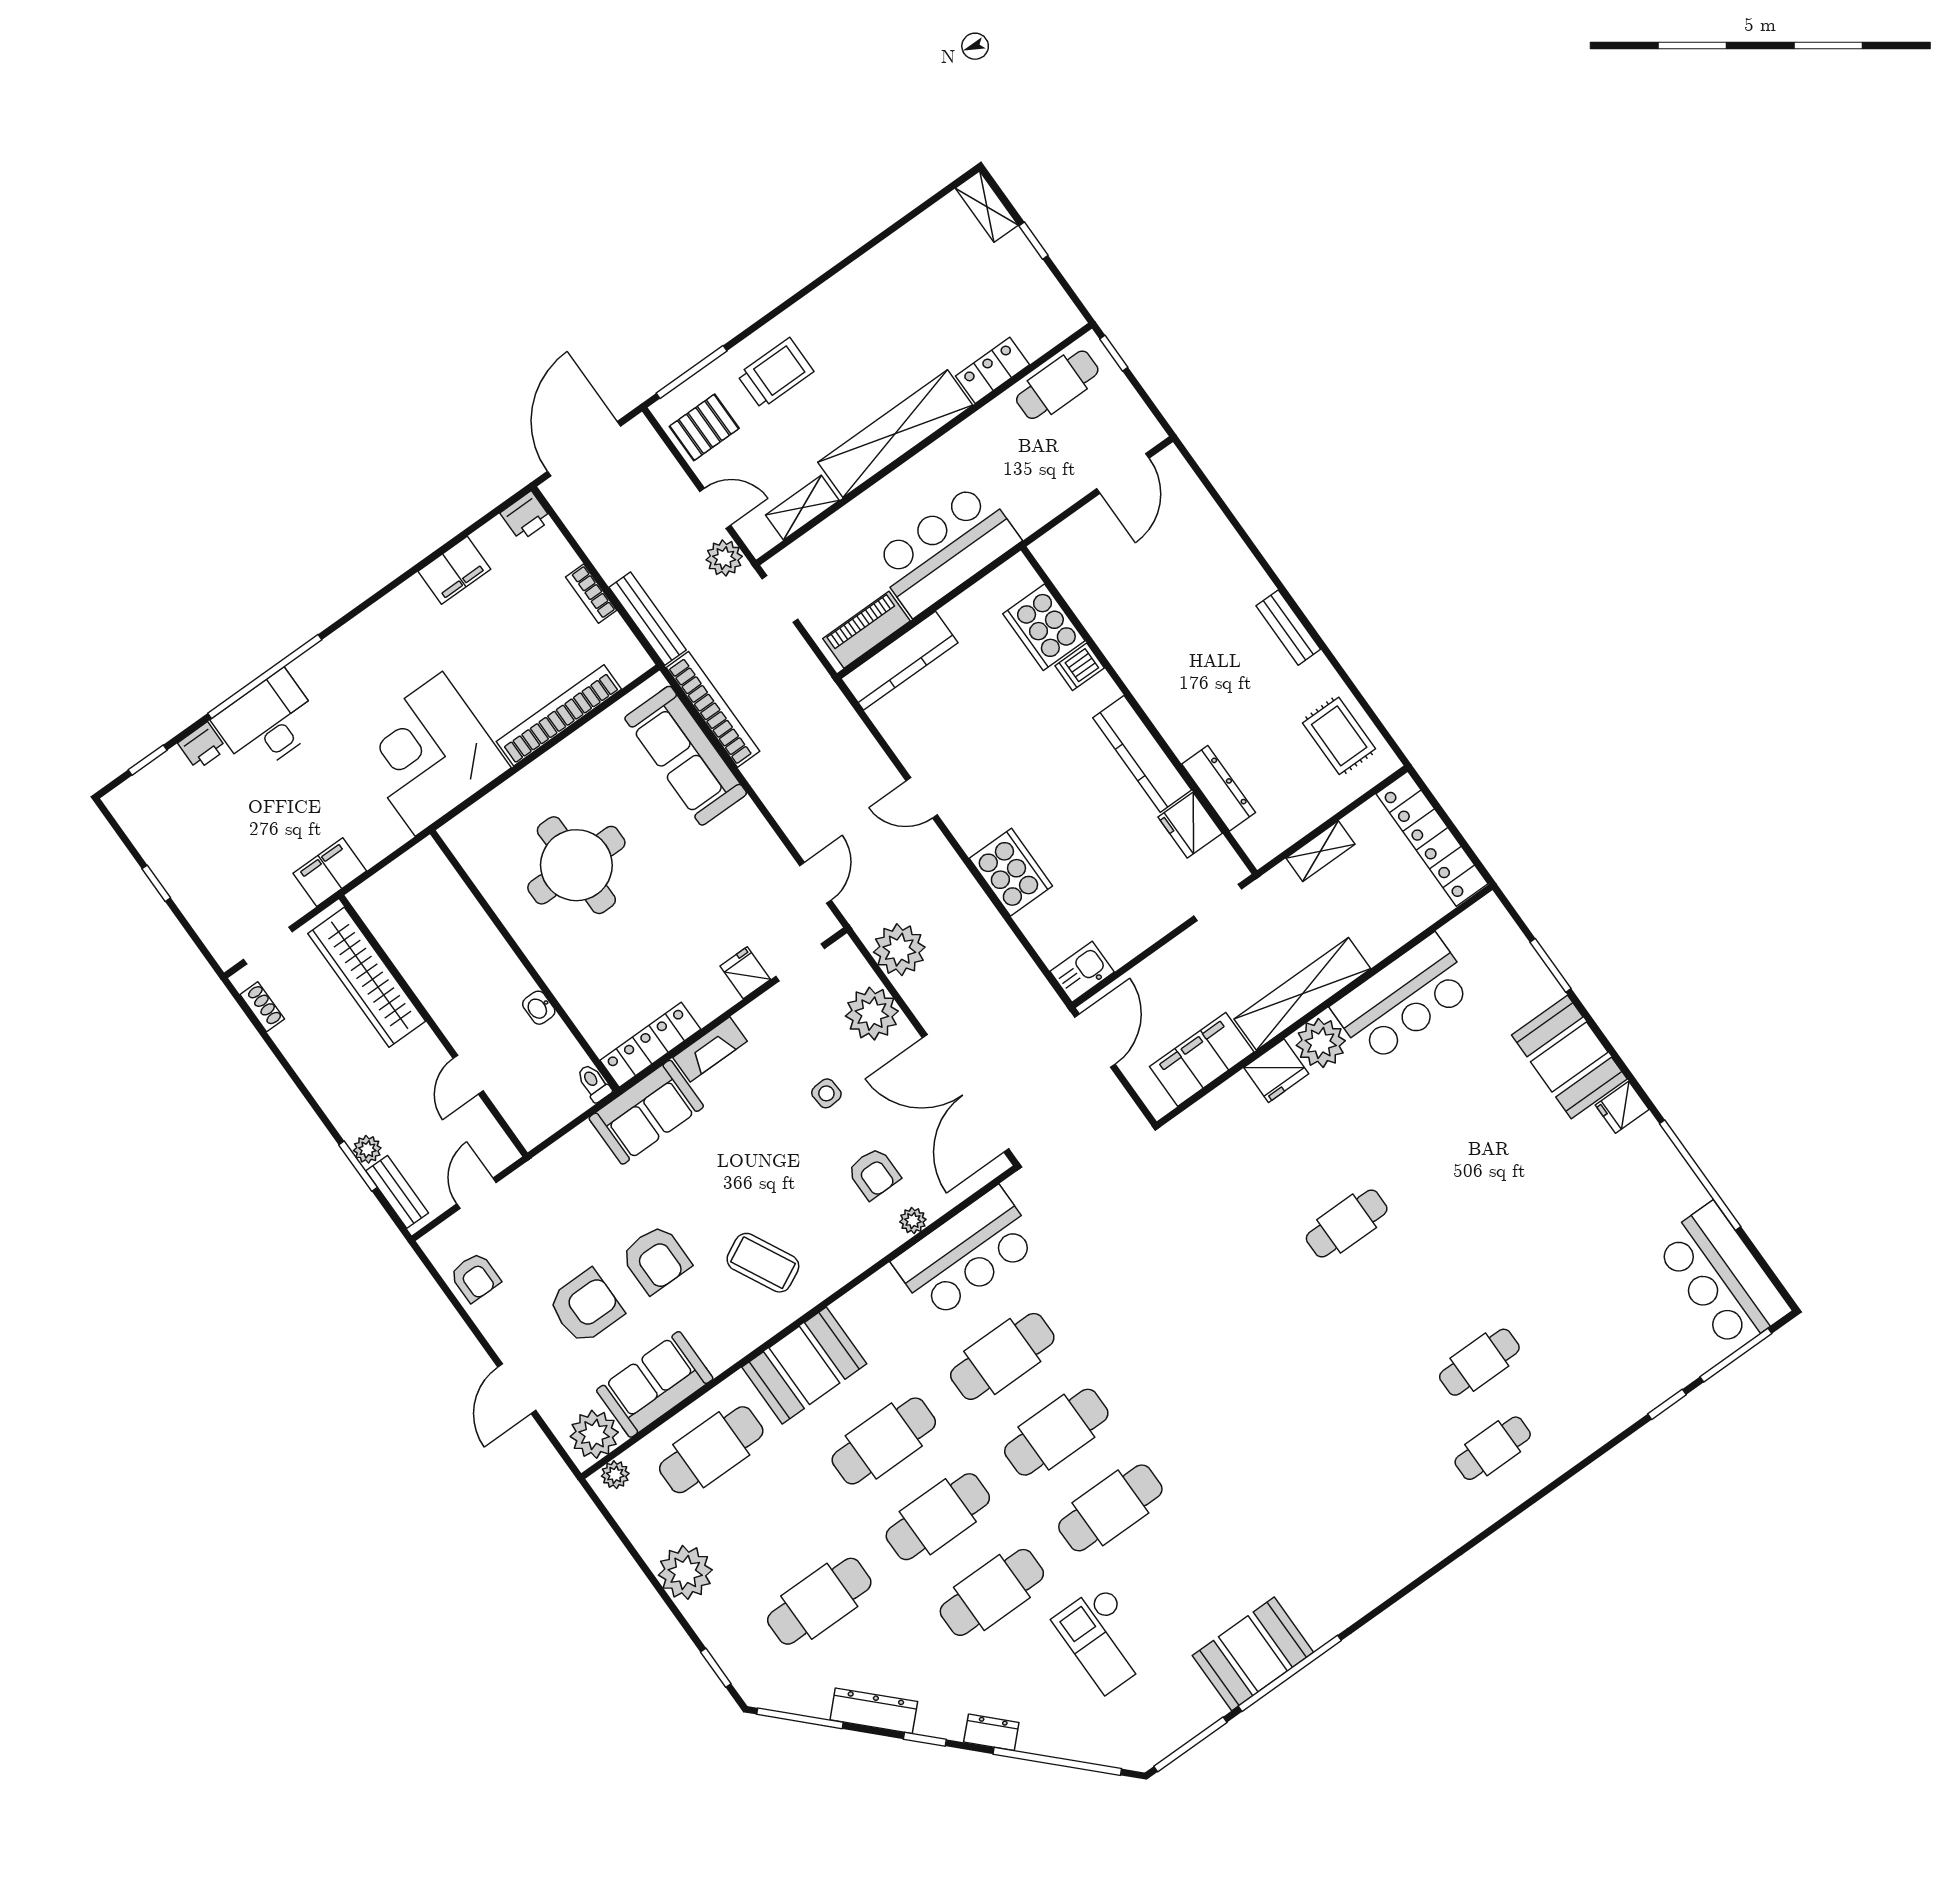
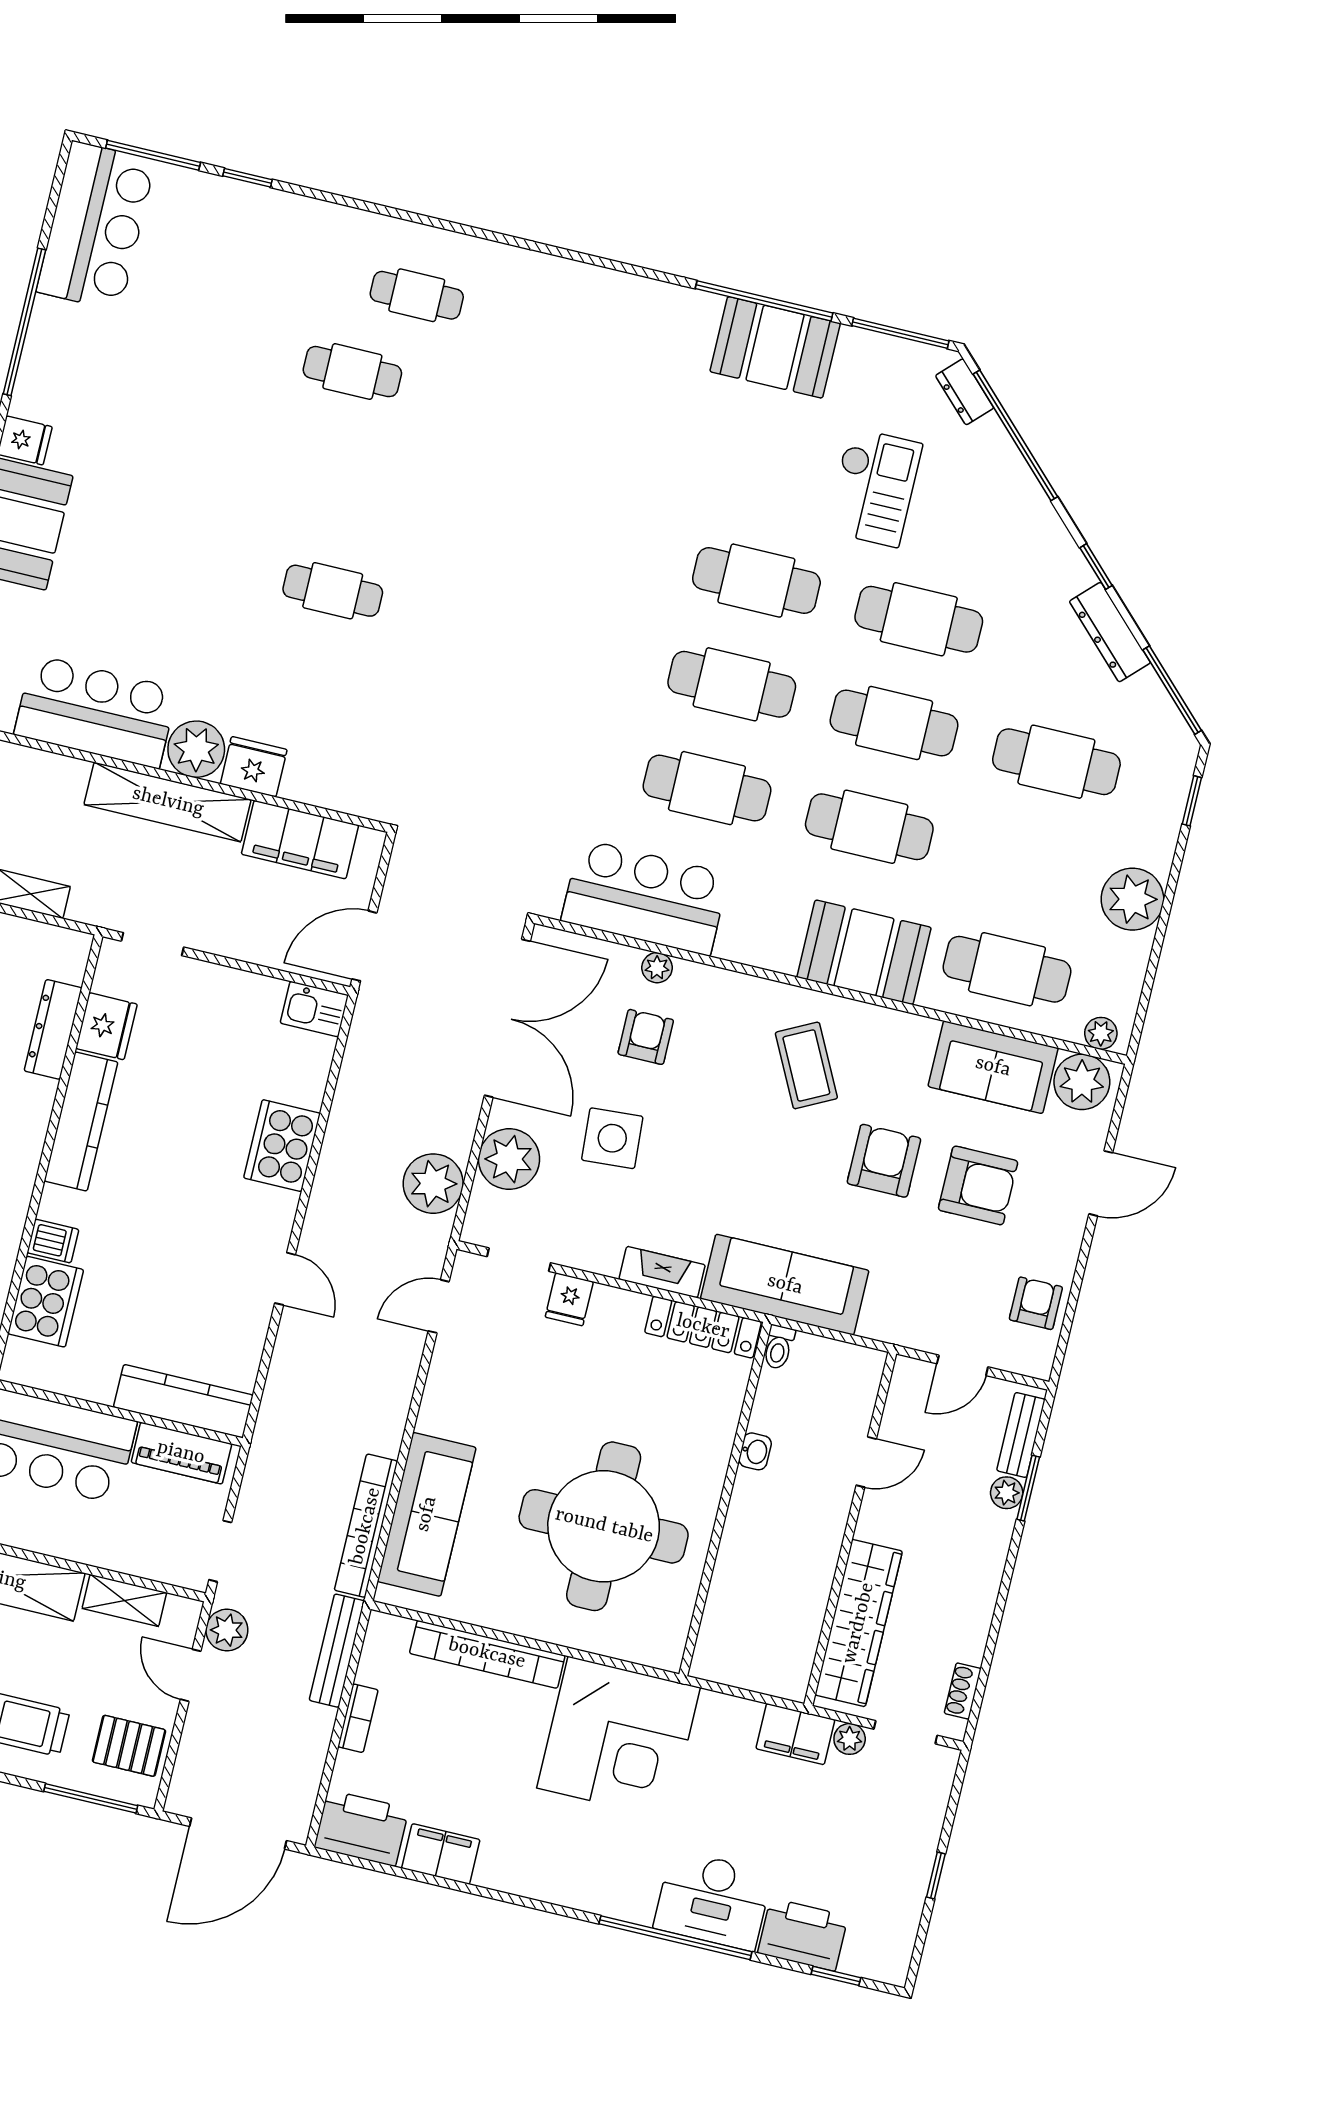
printer: (526, 516) -> (361, 1828), width x1.87, depth x1.48
printer: (202, 746) -> (803, 1935), width x1.87, depth x1.48
round table: (576, 865) -> (604, 1526), width x1.36, depth x1.36
plant: (296, 905) -> (850, 1739), added
side table: (826, 1093) -> (612, 1138), width x1.87, depth x1.87
sofa: (646, 1112) -> (785, 1285), width x1.36
armchair: (586, 1307) -> (978, 1185), turned 180
dresser: (991, 1732) -> (965, 392), moved

